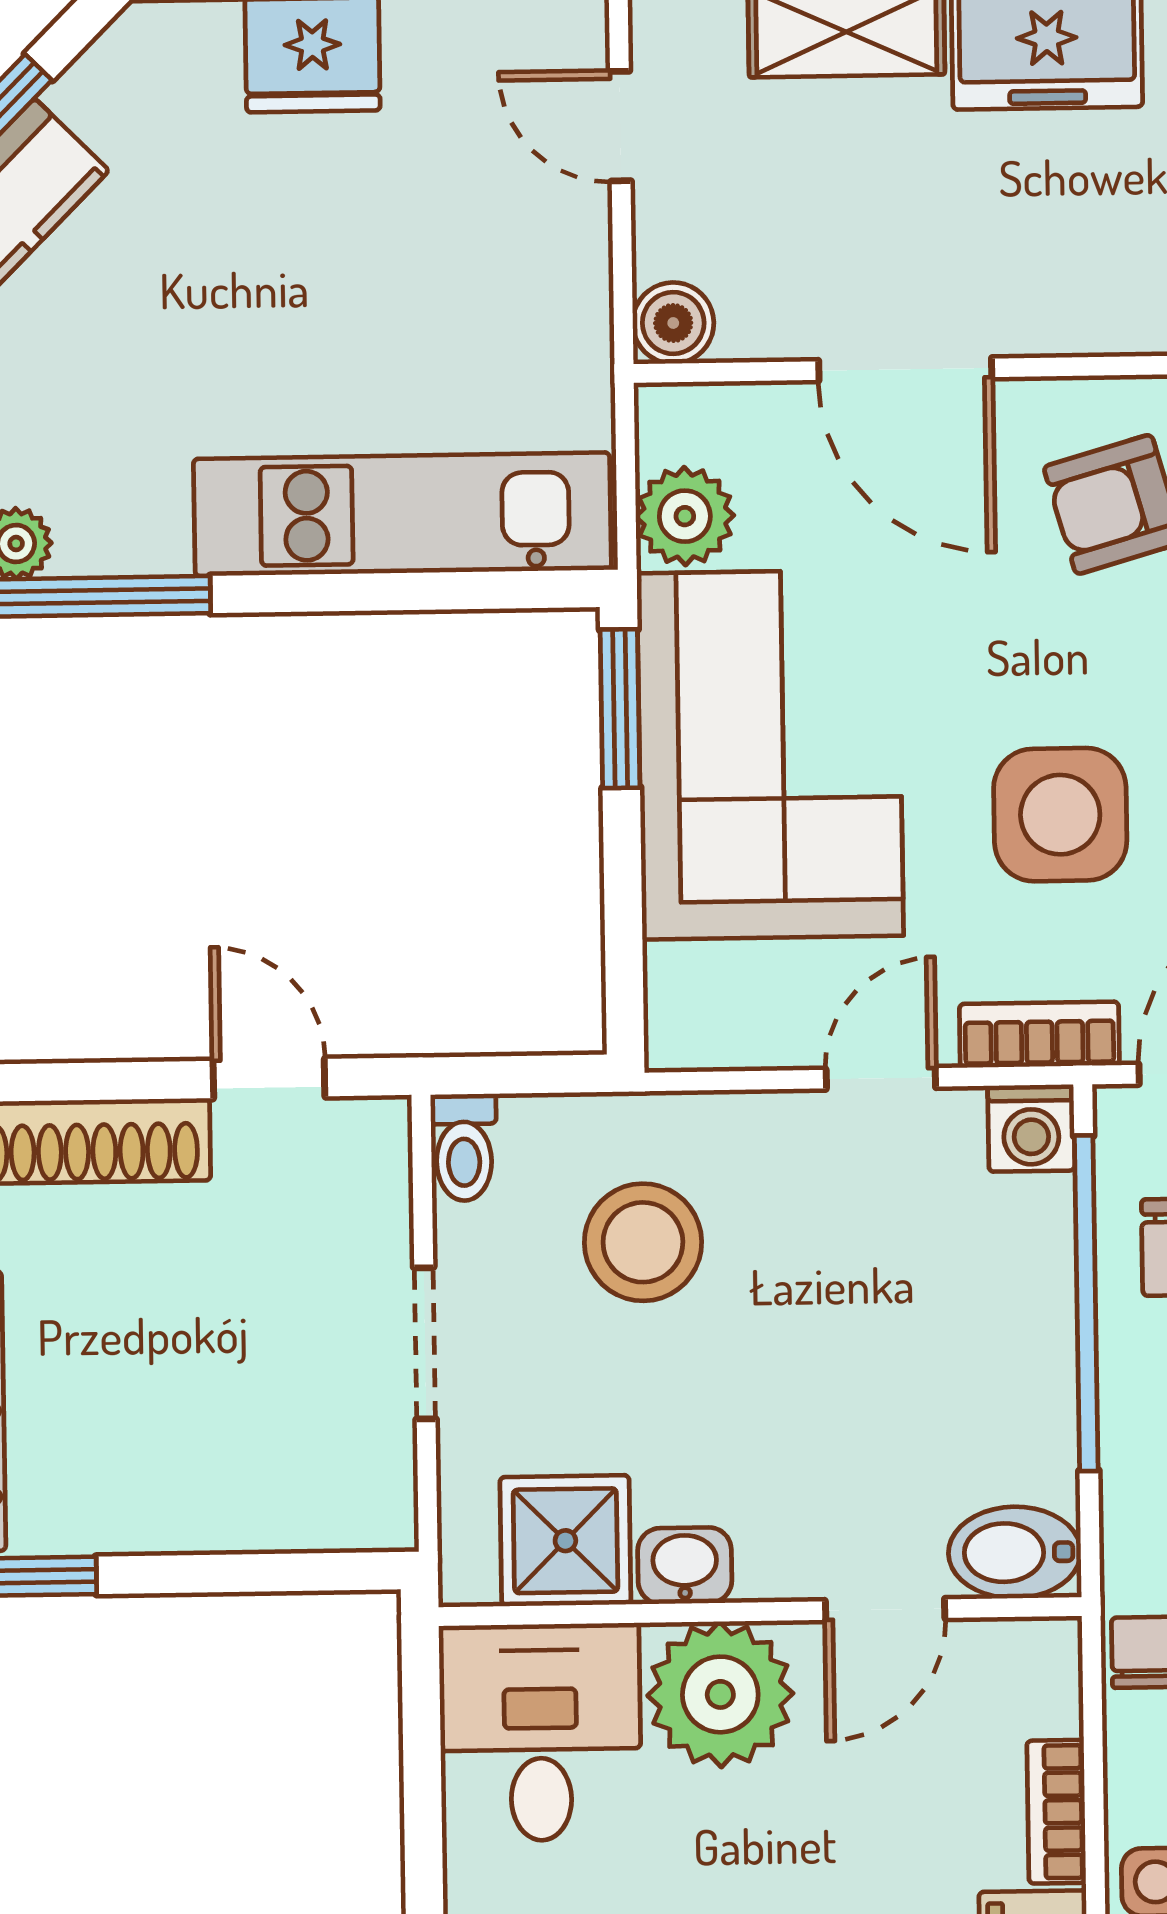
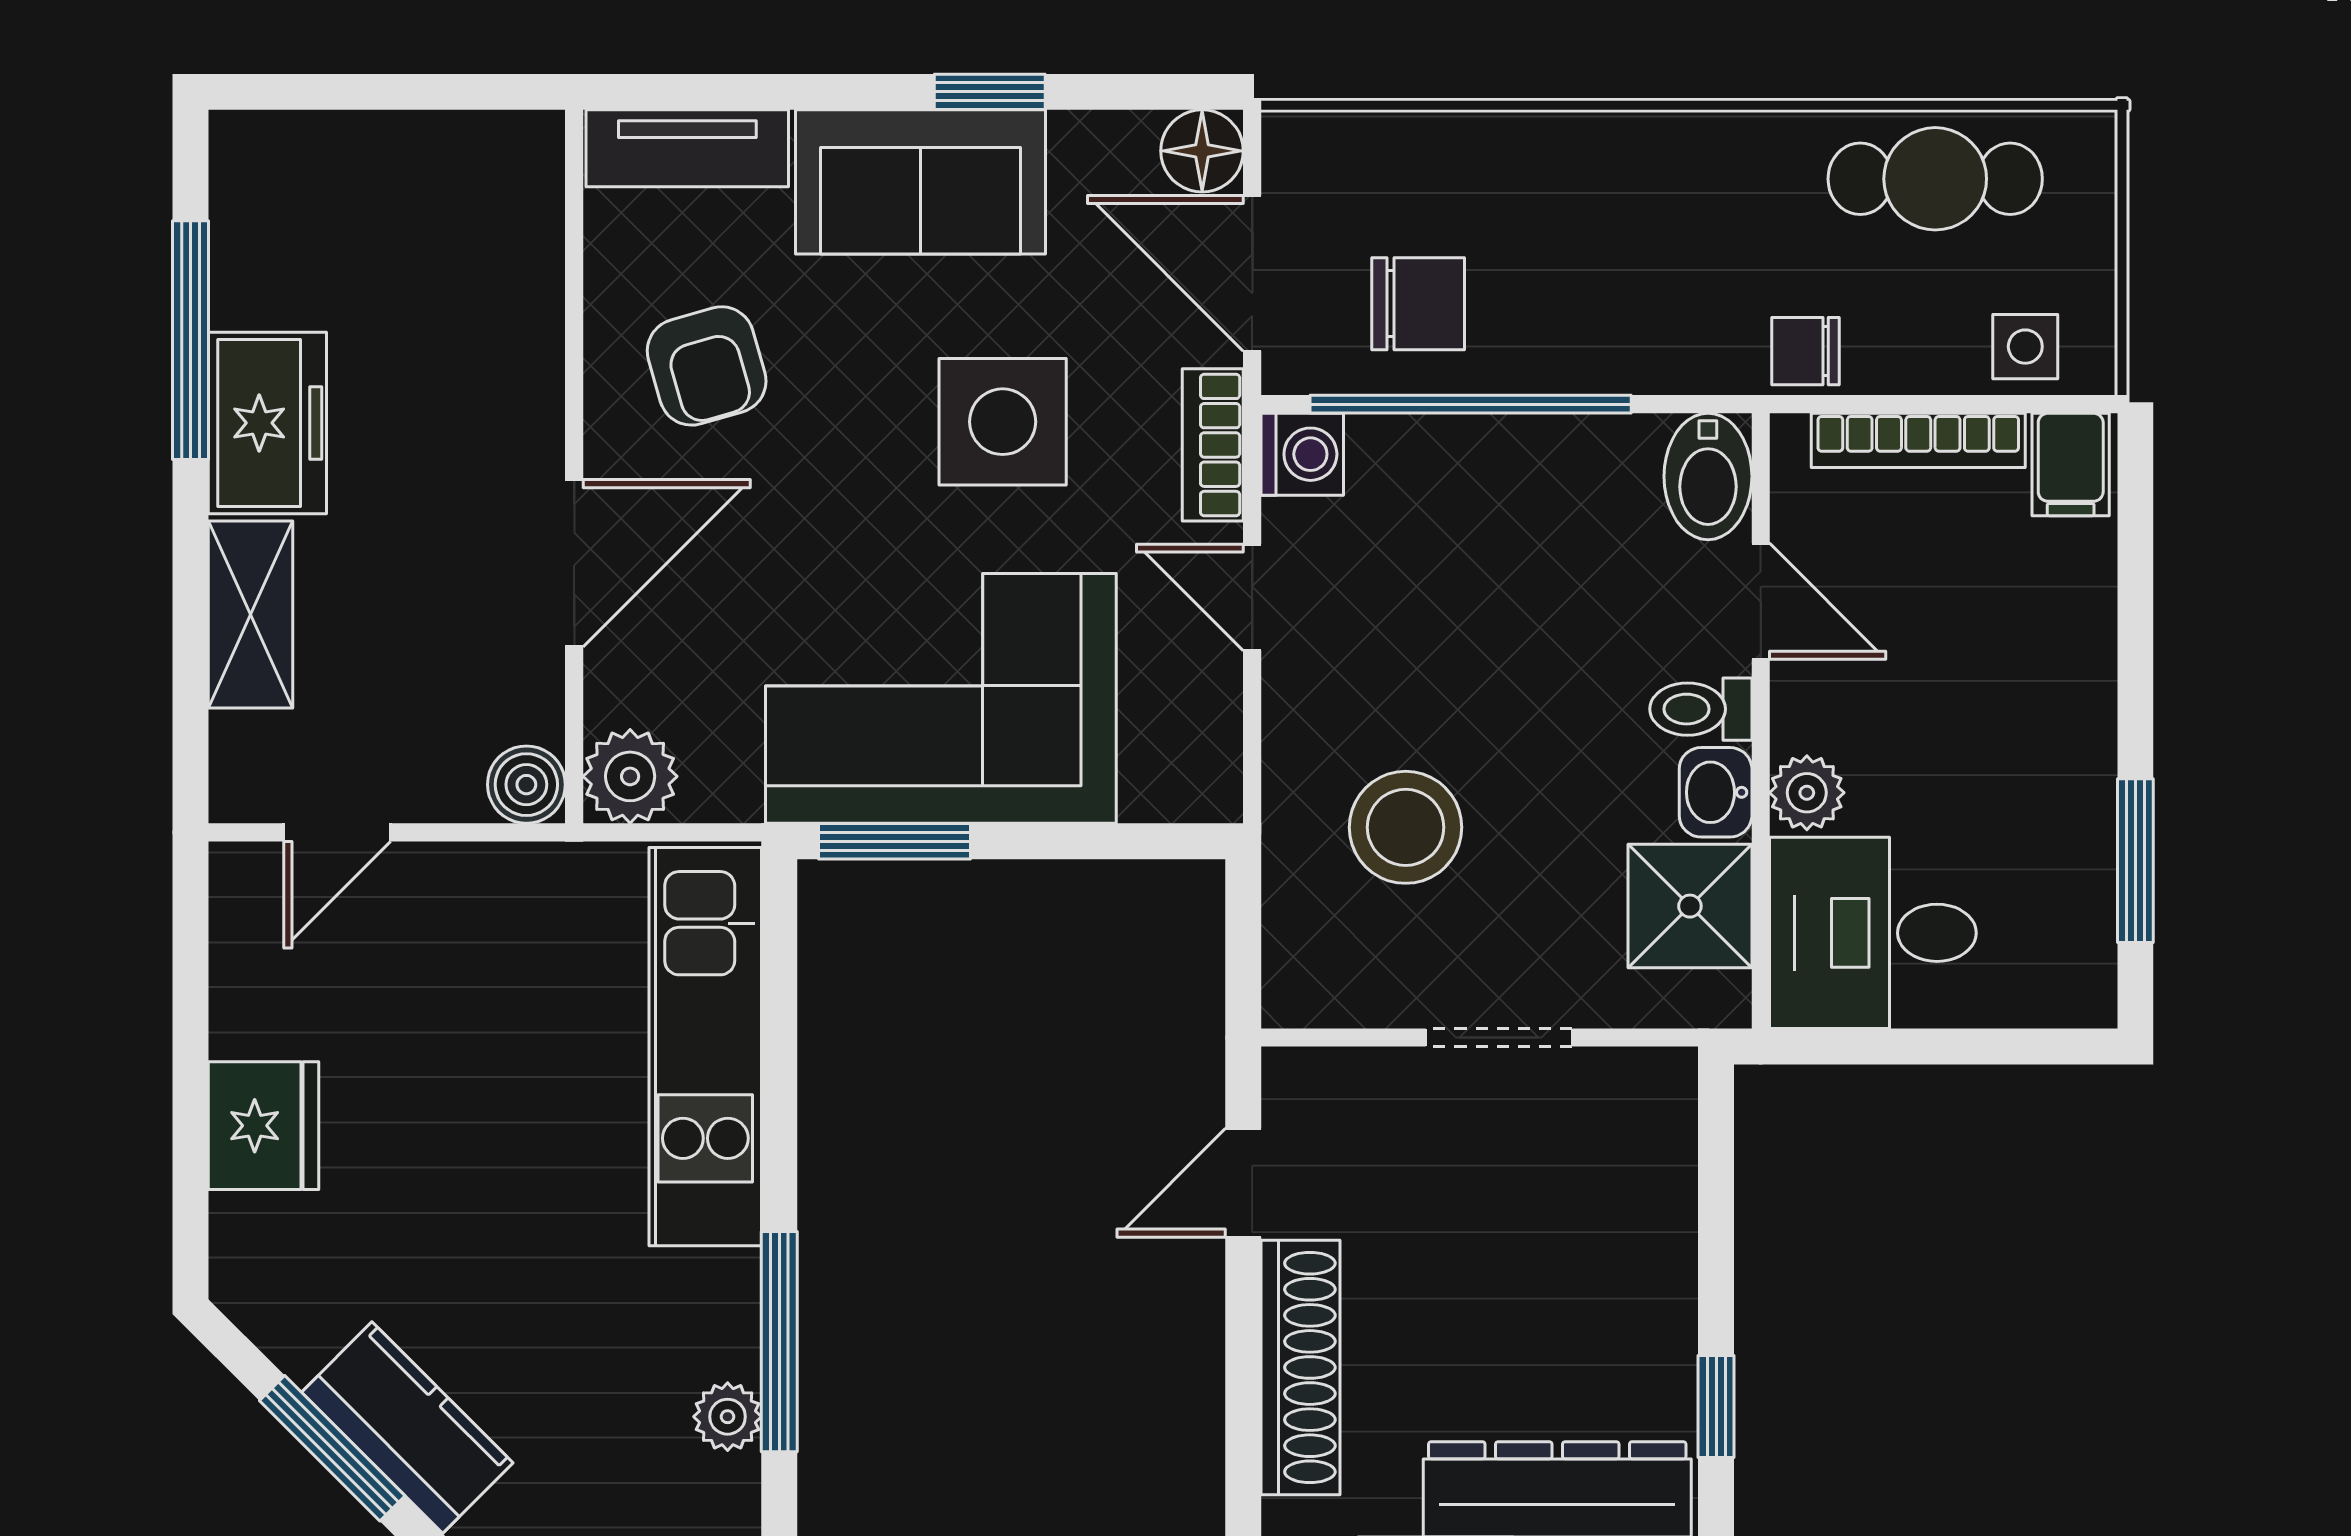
plant: (685, 516) -> (630, 776), moved
toilet: (464, 1147) -> (1701, 709), moved, turned 180
plant: (720, 1694) -> (1807, 793), width x0.53, depth x0.53
bookcase: (1056, 1812) -> (1918, 440), width x1.56

